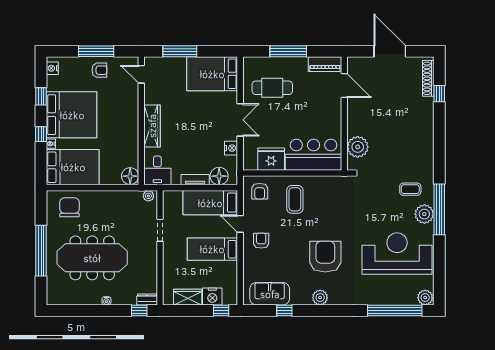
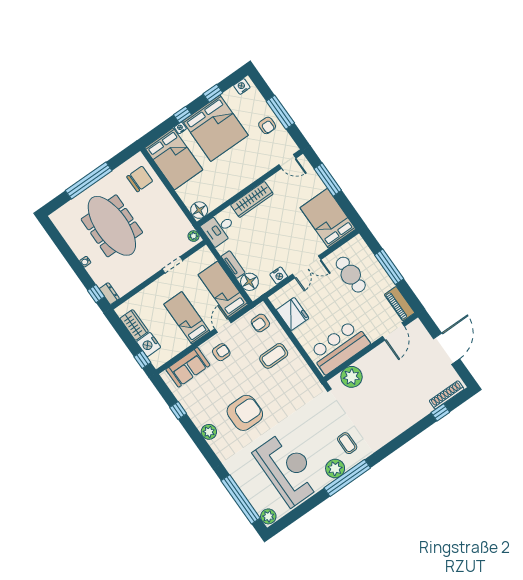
door: (141, 74) -> (287, 161), swing flipped
bar counter: (314, 155) -> (339, 347), moved, turned -90
sofa: (270, 294) -> (188, 367), moved, turned 90

